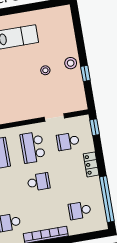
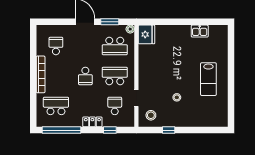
stool: (71, 63) -> (151, 115), moved
window: (95, 127) -> (110, 130), moved
school desk: (80, 210) -> (56, 106), width x1.85

